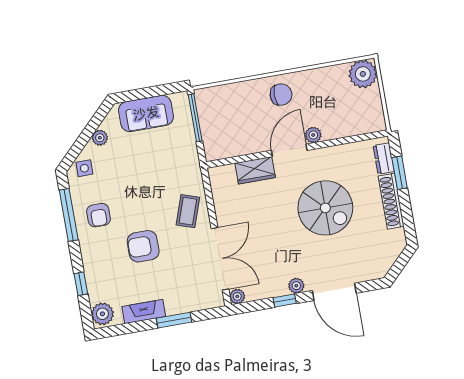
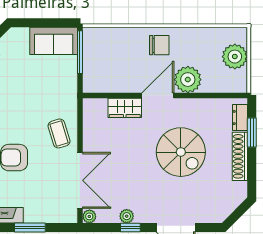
plant: (363, 74) -> (235, 57), moved
sofa: (146, 113) -> (54, 41), moved
plant: (313, 135) -> (188, 80), width x1.87, depth x1.87
coffee table: (188, 211) -> (59, 133), turned -36
plant: (296, 286) -> (127, 216), moved

